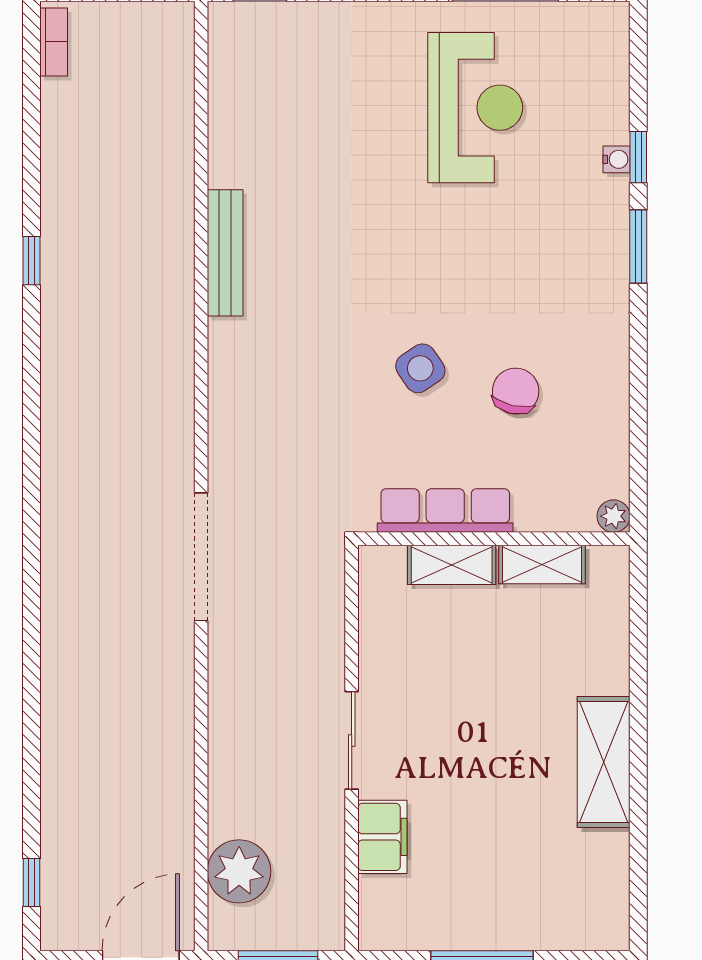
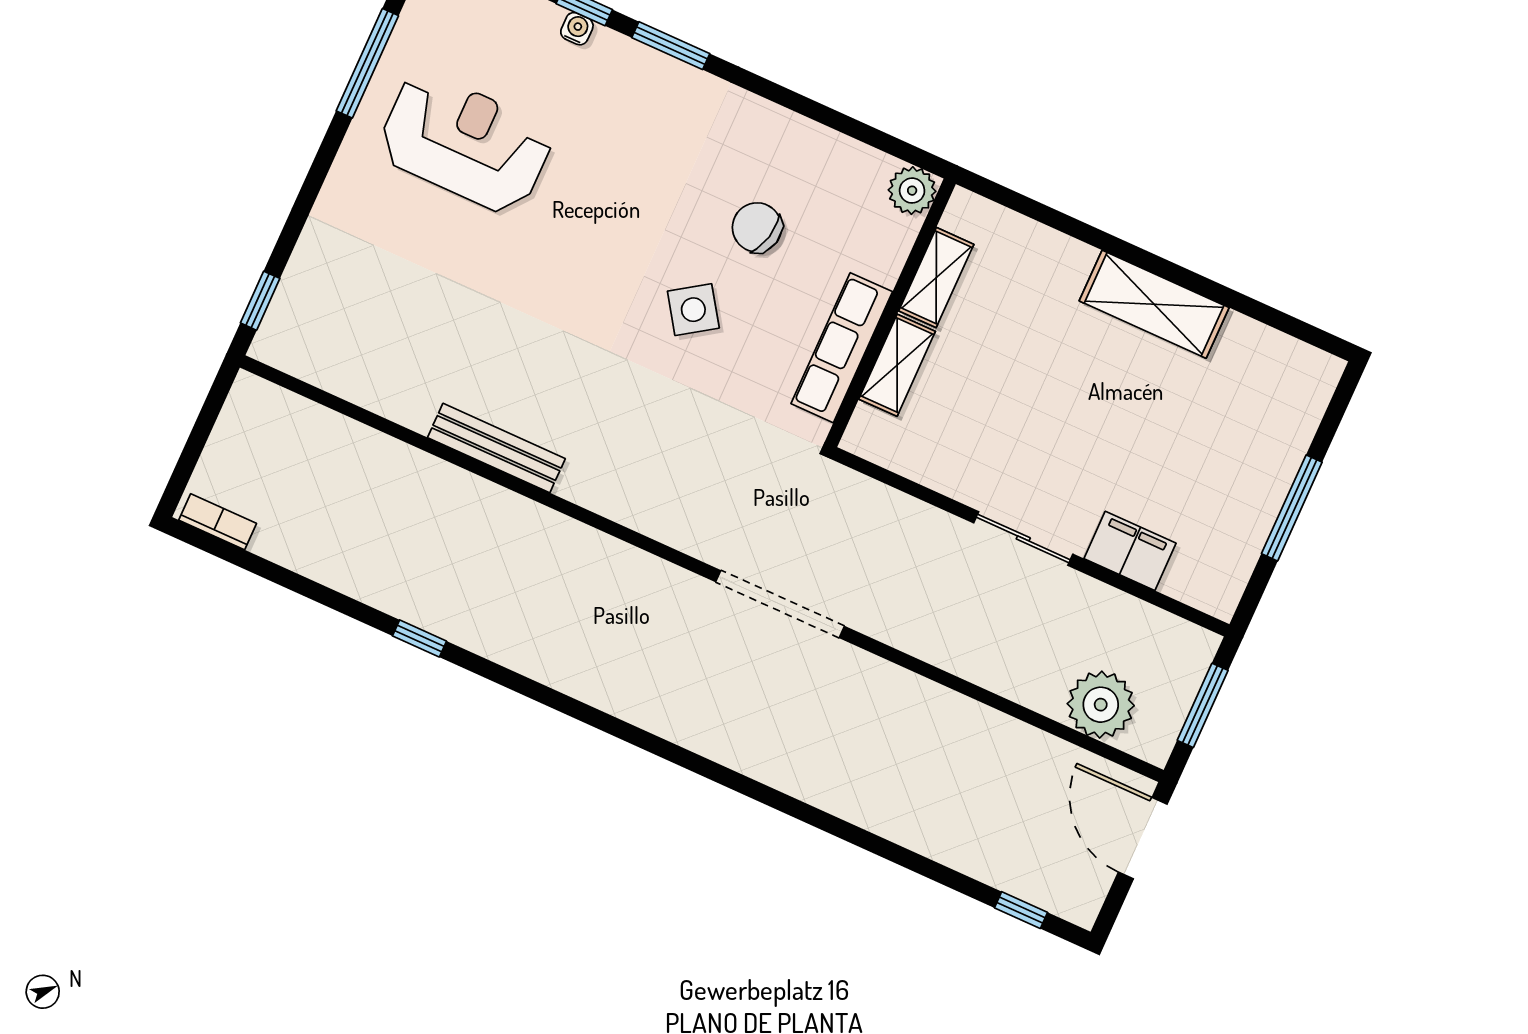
plant: (614, 516) -> (912, 191), width x1.38, depth x1.38

